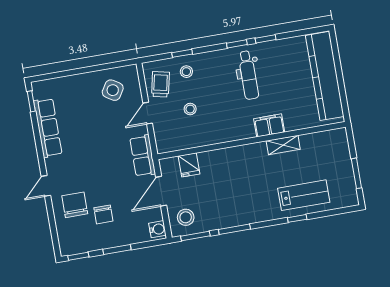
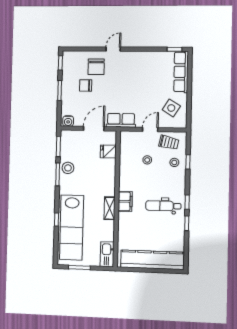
door: (148, 113) -> (150, 129), hinge flipped
filing cabinet: (269, 125) -> (125, 201), moved
row of seats: (48, 128) -> (181, 72), moved, turned 90
kitchen sink: (330, 139) -> (107, 254), added
shelving: (283, 145) -> (110, 208), moved
door: (46, 186) -> (113, 49), hinge flipped
door: (161, 191) -> (94, 129), hinge flipped
lab bench: (304, 195) -> (72, 227), width x1.86, depth x1.39
chair: (75, 205) -> (96, 67), turned 90
stool: (186, 217) -> (68, 168), moved

